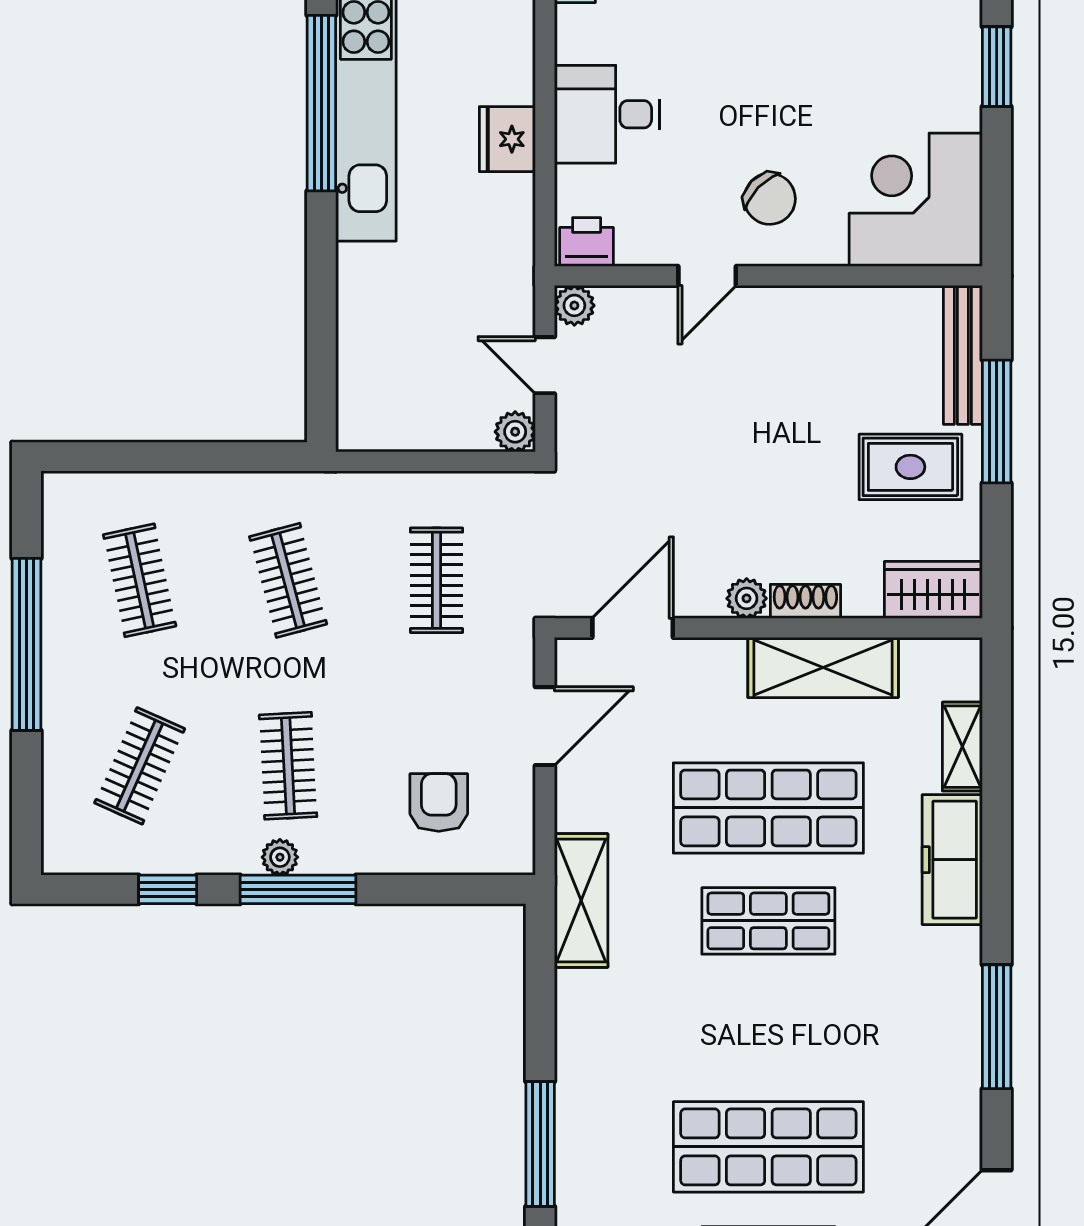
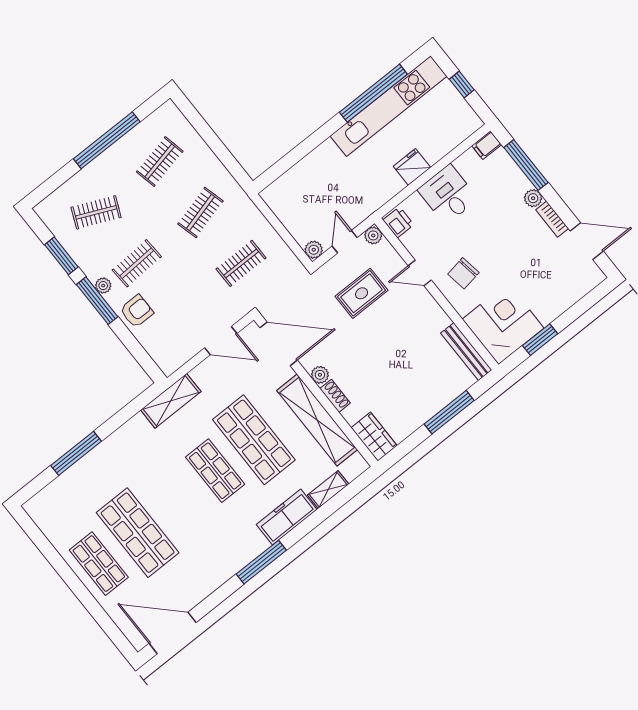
window: (997, 67) -> (540, 340), moved
chair: (770, 199) -> (463, 273), turned 37
bench: (963, 355) -> (466, 352), moved, turned 90
rug: (910, 467) -> (362, 293), moved, turned 90
door: (633, 628) -> (279, 344), width x1.36
shelving: (823, 667) -> (317, 420), width x1.47
armchair: (439, 803) -> (137, 311), moved
window: (168, 889) -> (61, 256), width x1.50
window: (997, 1027) -> (261, 562), moved

